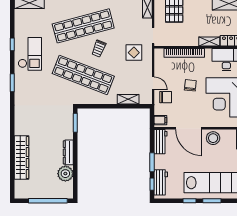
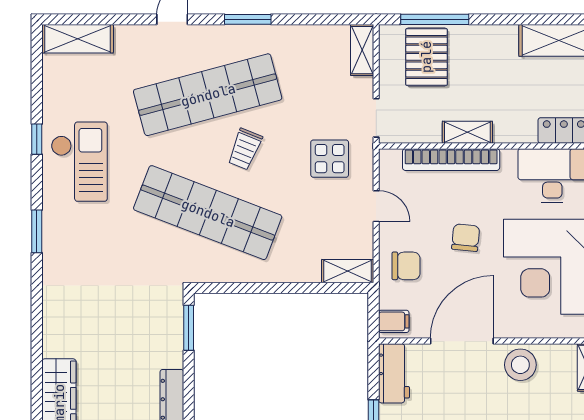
shelving: (209, 42) -> (467, 132), moved
door: (153, 83) -> (376, 206), moved
shelving: (128, 99) -> (348, 271), moved
door: (189, 128) -> (462, 341), swing flipped

